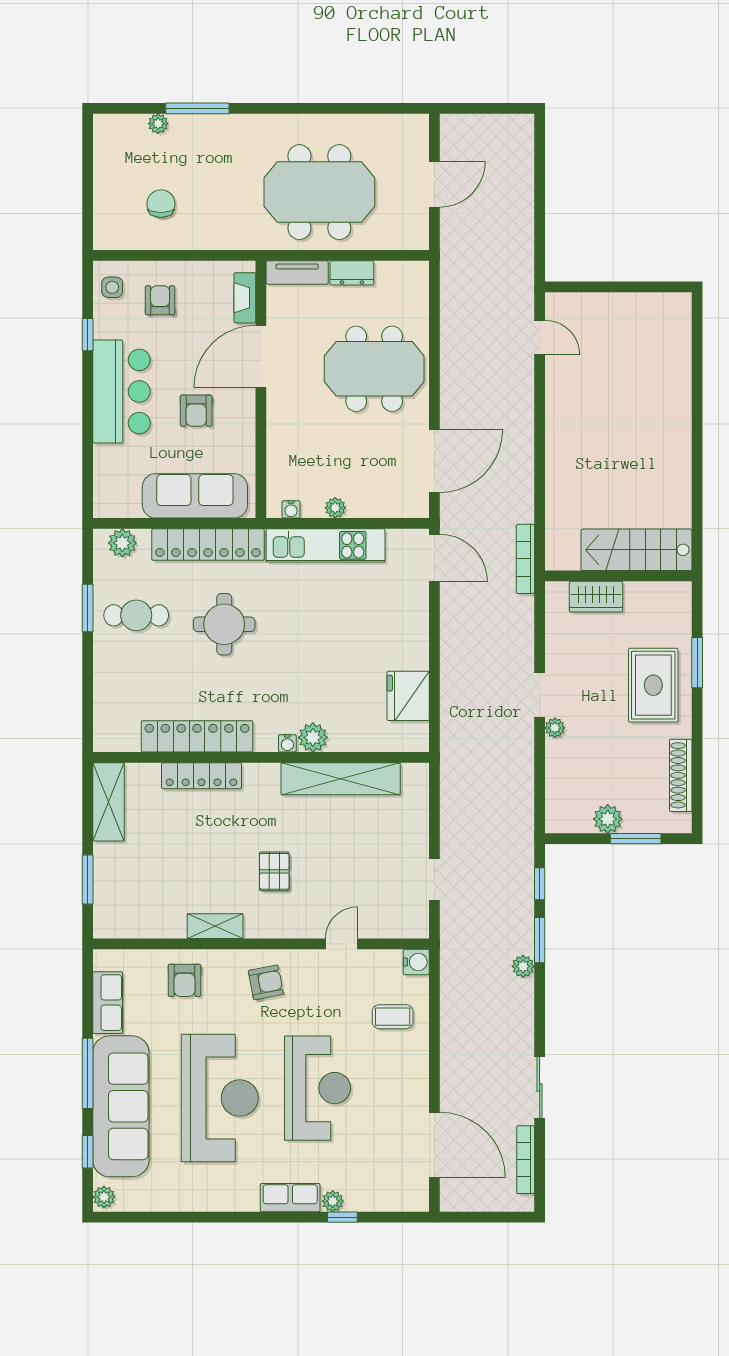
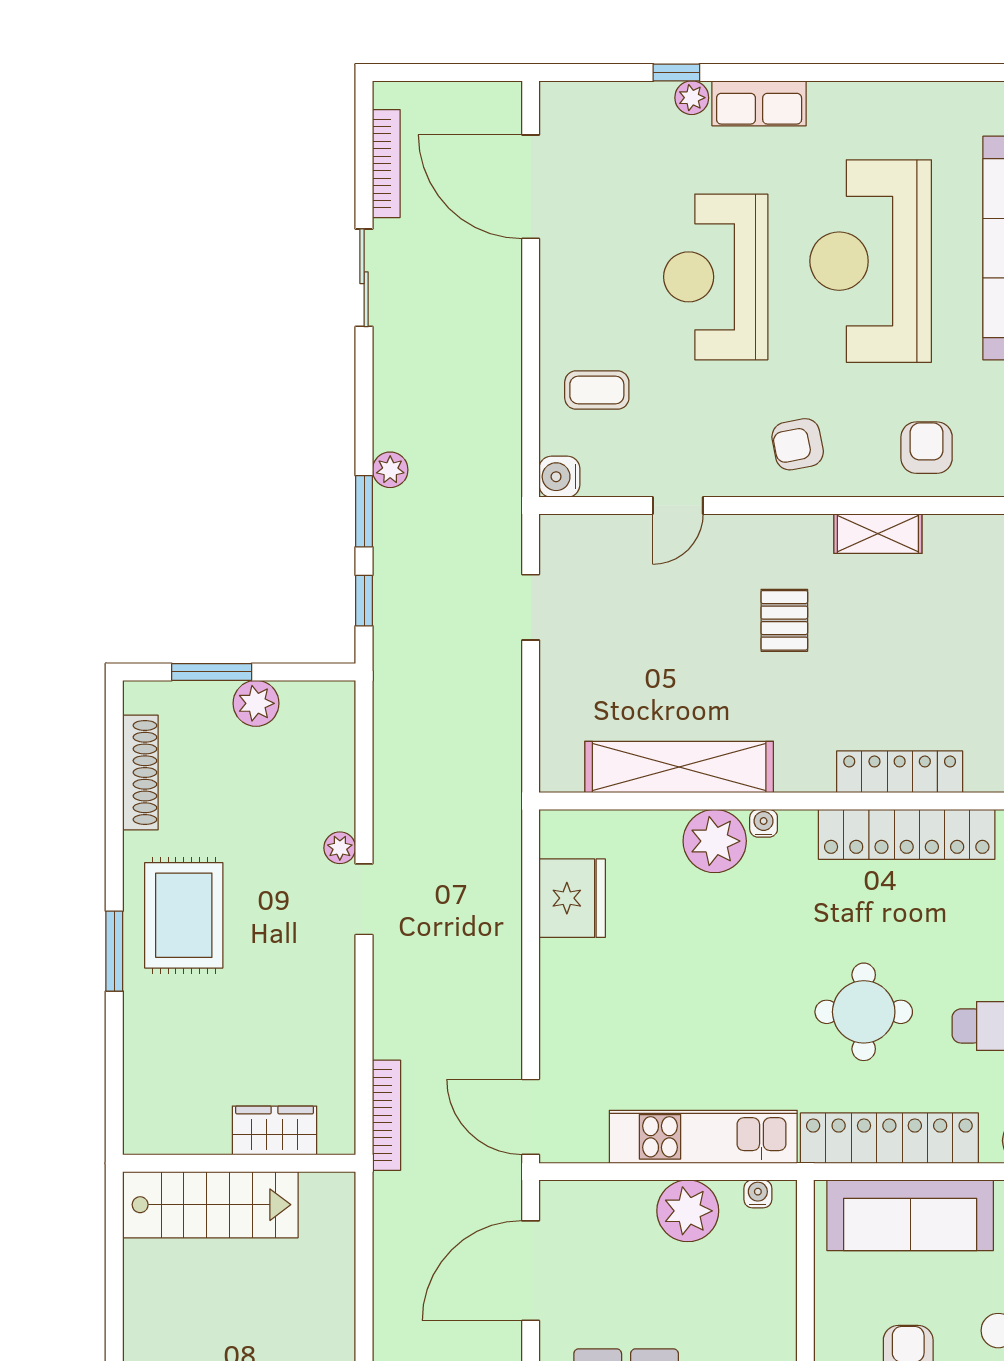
plant: (335, 508) -> (688, 1211), width x1.88, depth x1.88
stairs: (637, 550) -> (210, 1205), moved
wall: (618, 576) -> (239, 1163), moved
wardrobe: (596, 597) -> (275, 1130), moved
plant: (313, 737) -> (715, 841), width x1.36, depth x1.36

